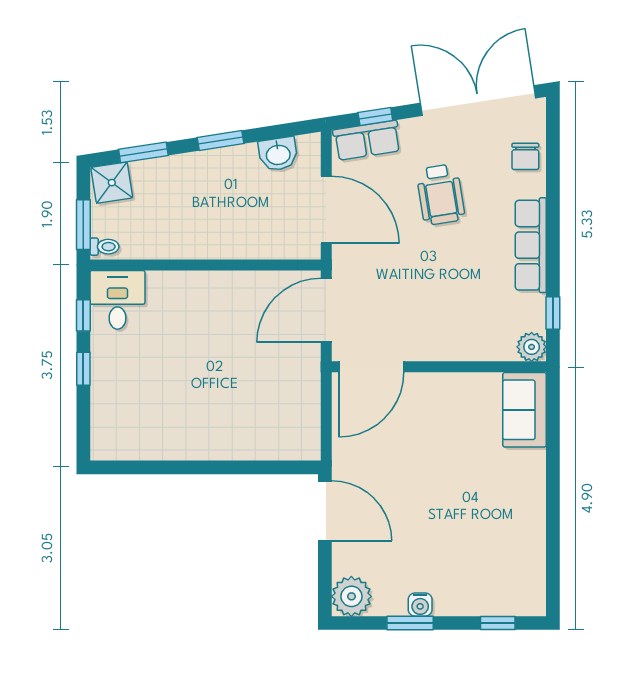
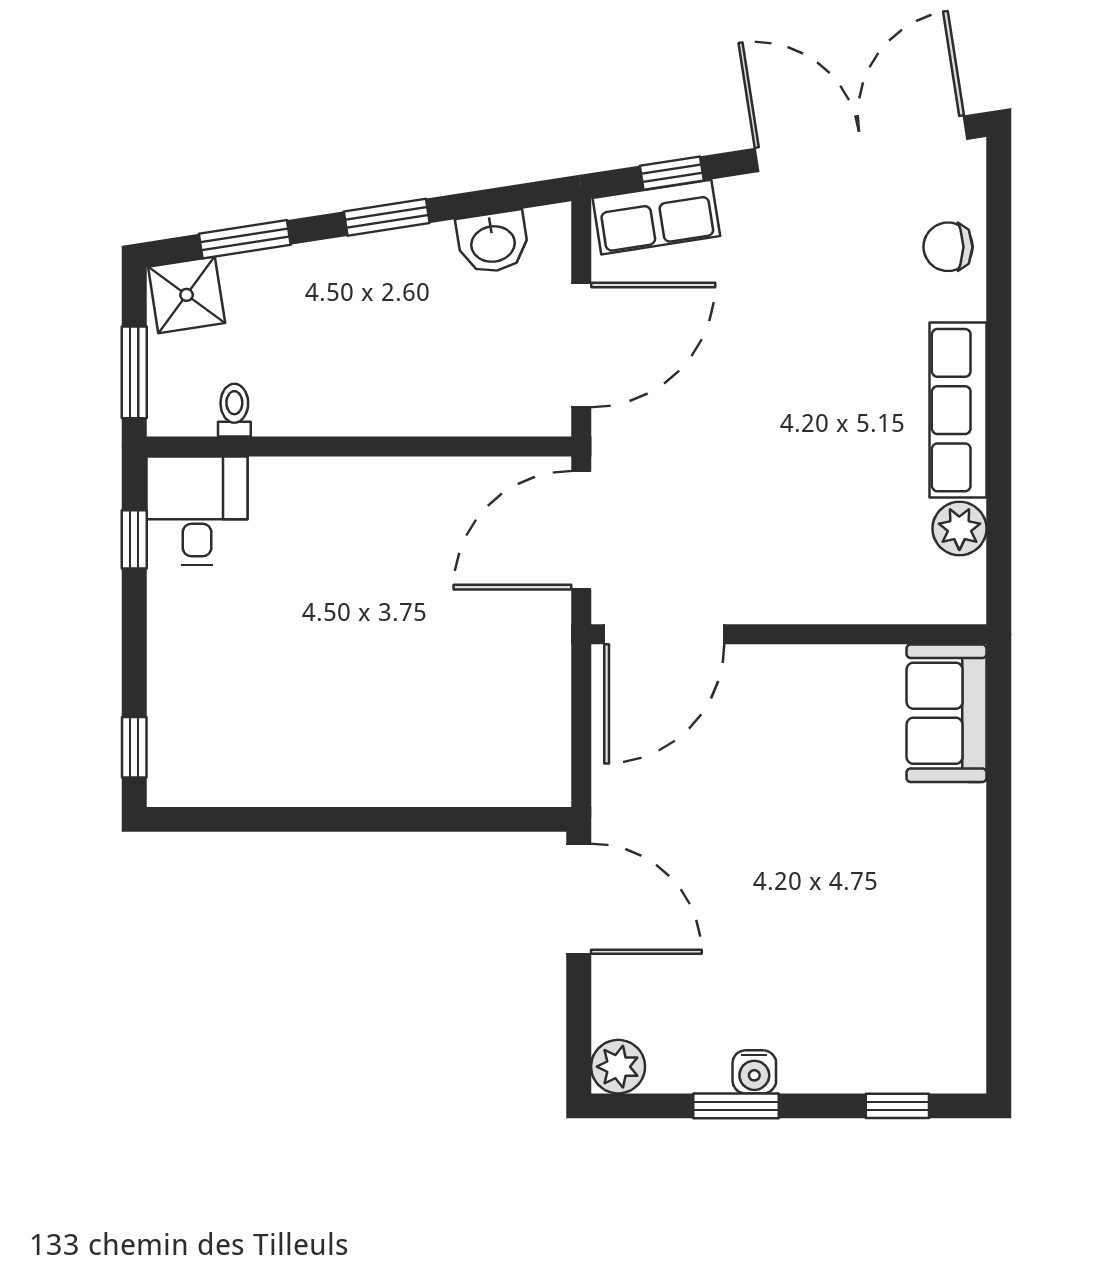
chair: (525, 156) -> (948, 247), turned 90
wheelchair: (441, 194) -> (792, 317), removed
door: (326, 210) -> (581, 345), hinge flipped
toilet: (104, 247) -> (234, 410), moved, turned -90
window: (553, 313) -> (999, 535), removed
plant: (532, 347) -> (959, 529), moved
window: (83, 369) -> (134, 747), moved
plant: (351, 596) -> (618, 1067), width x0.73, depth x0.73

